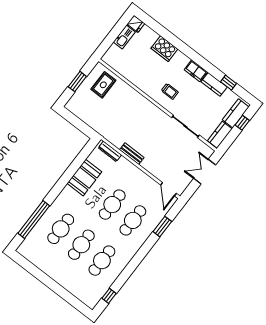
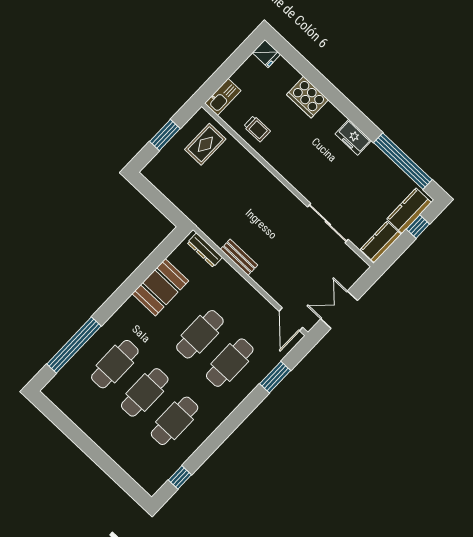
kitchen sink: (124, 37) -> (223, 97), moved
window: (229, 83) -> (403, 161), width x3.17
kitchen counter: (214, 84) -> (380, 162), removed
trolley: (170, 91) -> (257, 129), moved
double door: (205, 172) -> (339, 310), moved

